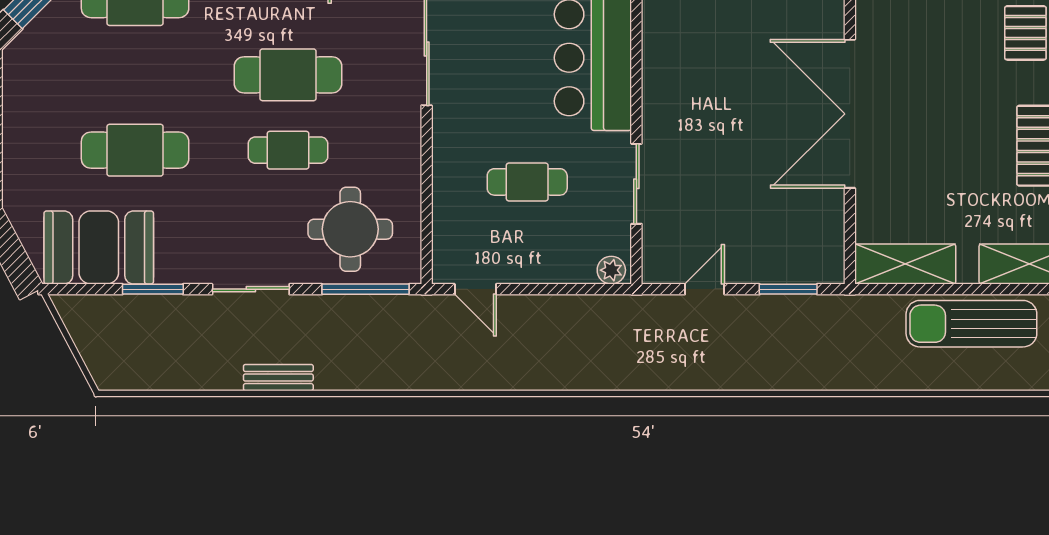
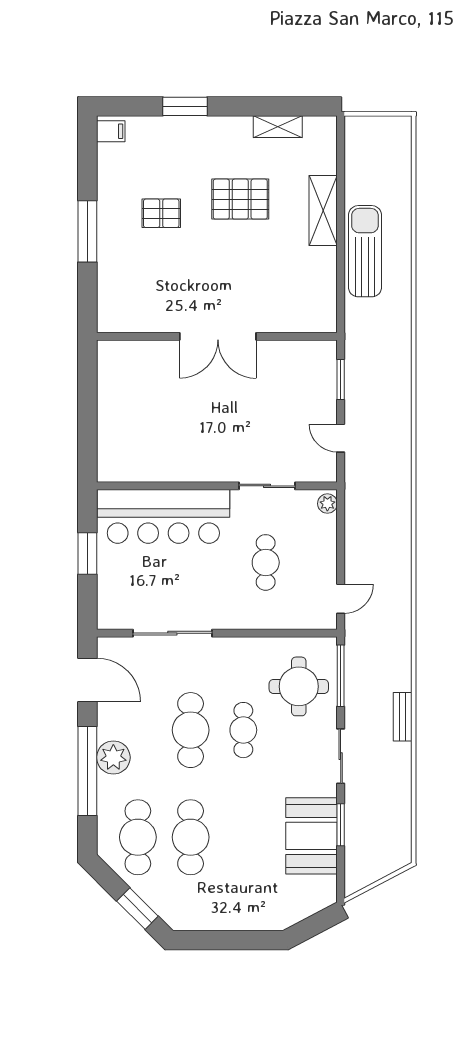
double door: (850, 114) -> (218, 336), width x0.73
cafe table: (135, 150) -> (191, 837), moved
booth: (99, 247) -> (312, 836), moved
shelving: (905, 264) -> (323, 298), removed
sun lounger: (971, 324) -> (365, 251), turned 180
bench: (278, 378) -> (403, 717), moved

